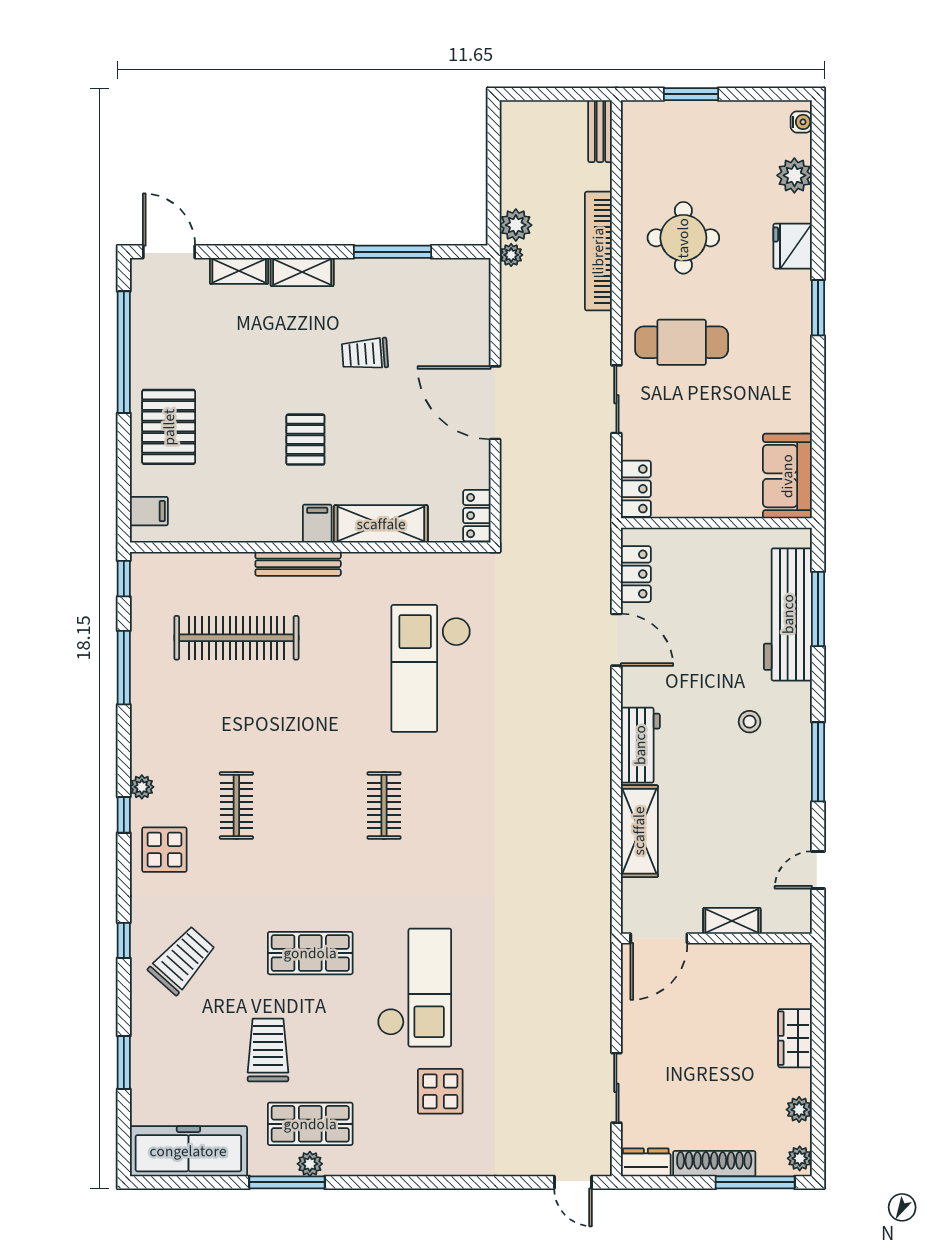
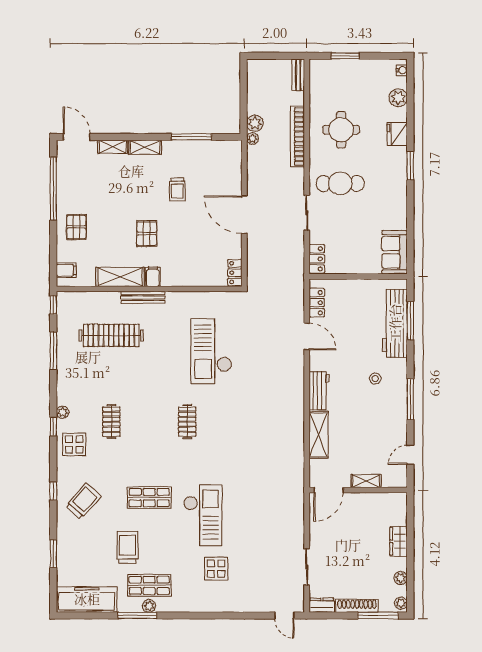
trolley: (365, 354) -> (177, 189), turned -86
pallet: (169, 427) -> (76, 227), width x0.67, depth x0.71
shelving: (381, 524) -> (120, 277), moved

